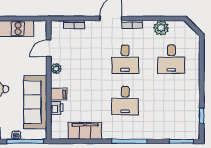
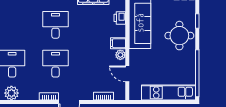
plant: (161, 28) -> (11, 93), moved
door: (49, 48) -> (127, 74), swing flipped
filing cabinet: (59, 94) -> (118, 43), moved

